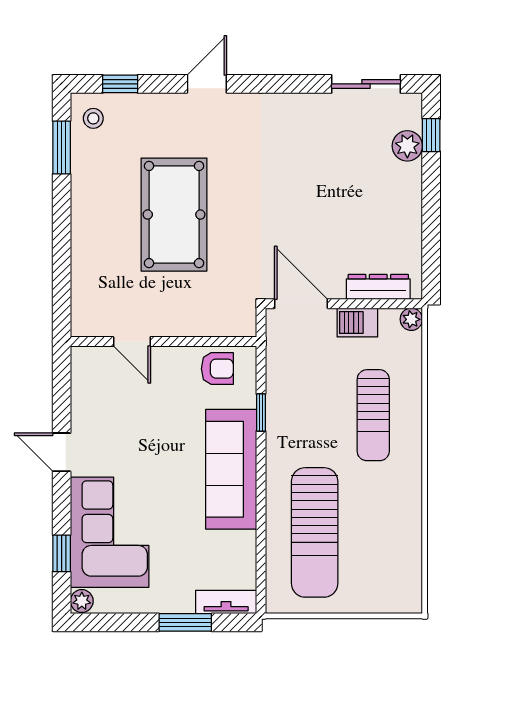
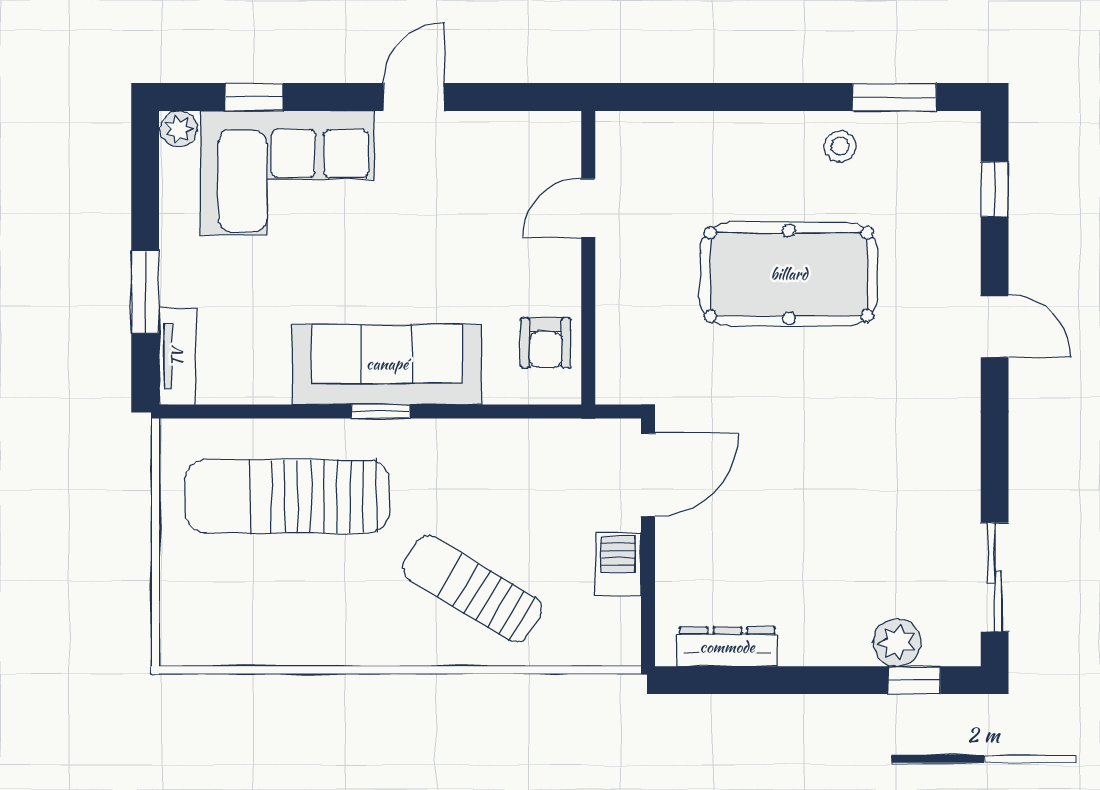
stool: (93, 118) -> (840, 146), moved
dresser: (378, 287) -> (727, 647), moved, turned -90
plant: (411, 319) -> (623, 649), removed
window: (261, 412) -> (380, 412), moved
sun lounger: (373, 415) -> (472, 589), turned 31

